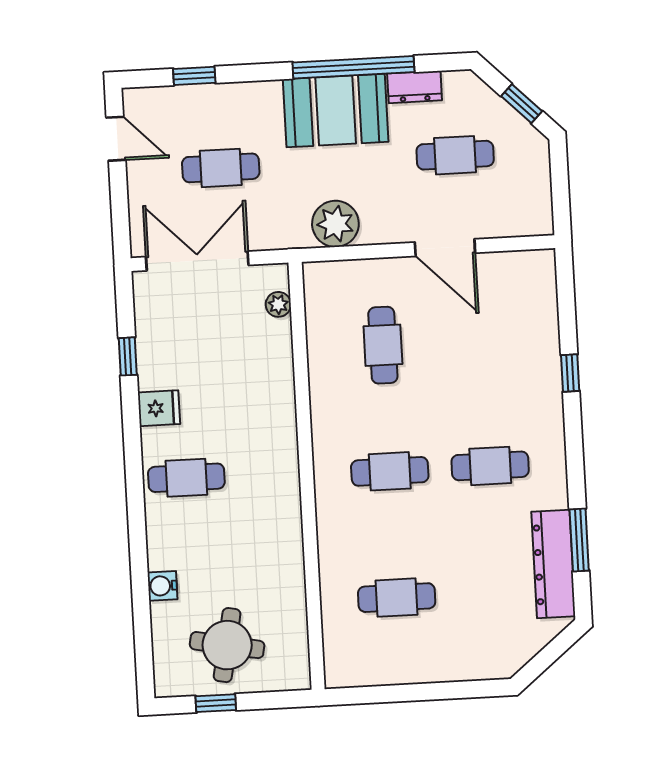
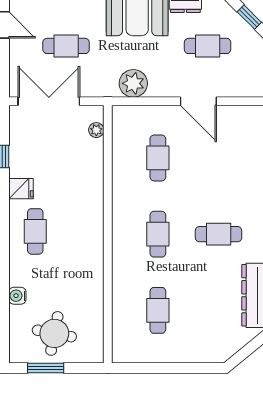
cafe table: (390, 471) -> (158, 234), turned 90
cafe table: (186, 478) -> (35, 231), turned 90
cafe table: (397, 598) -> (158, 310), turned 90
window: (216, 703) -> (46, 368), width x1.50

